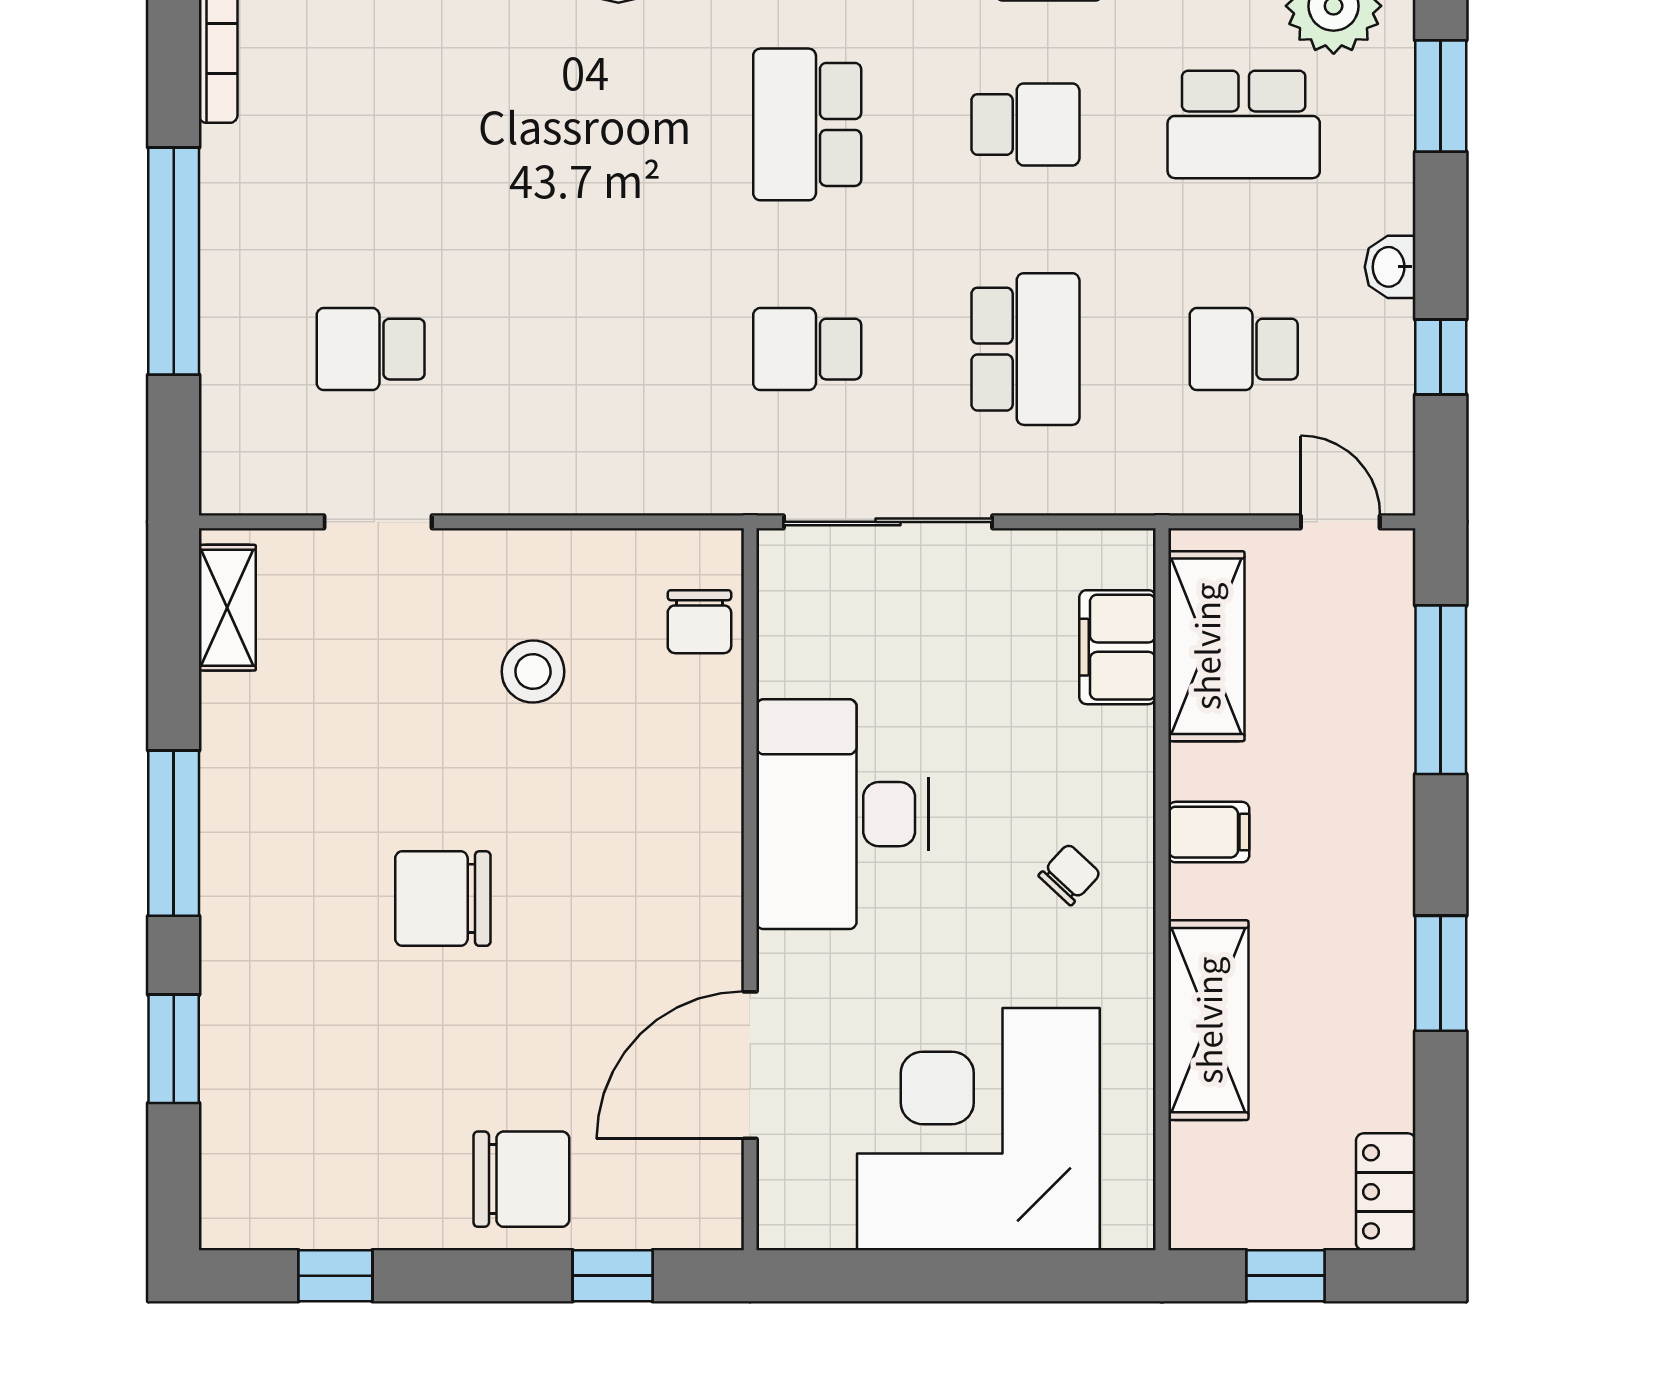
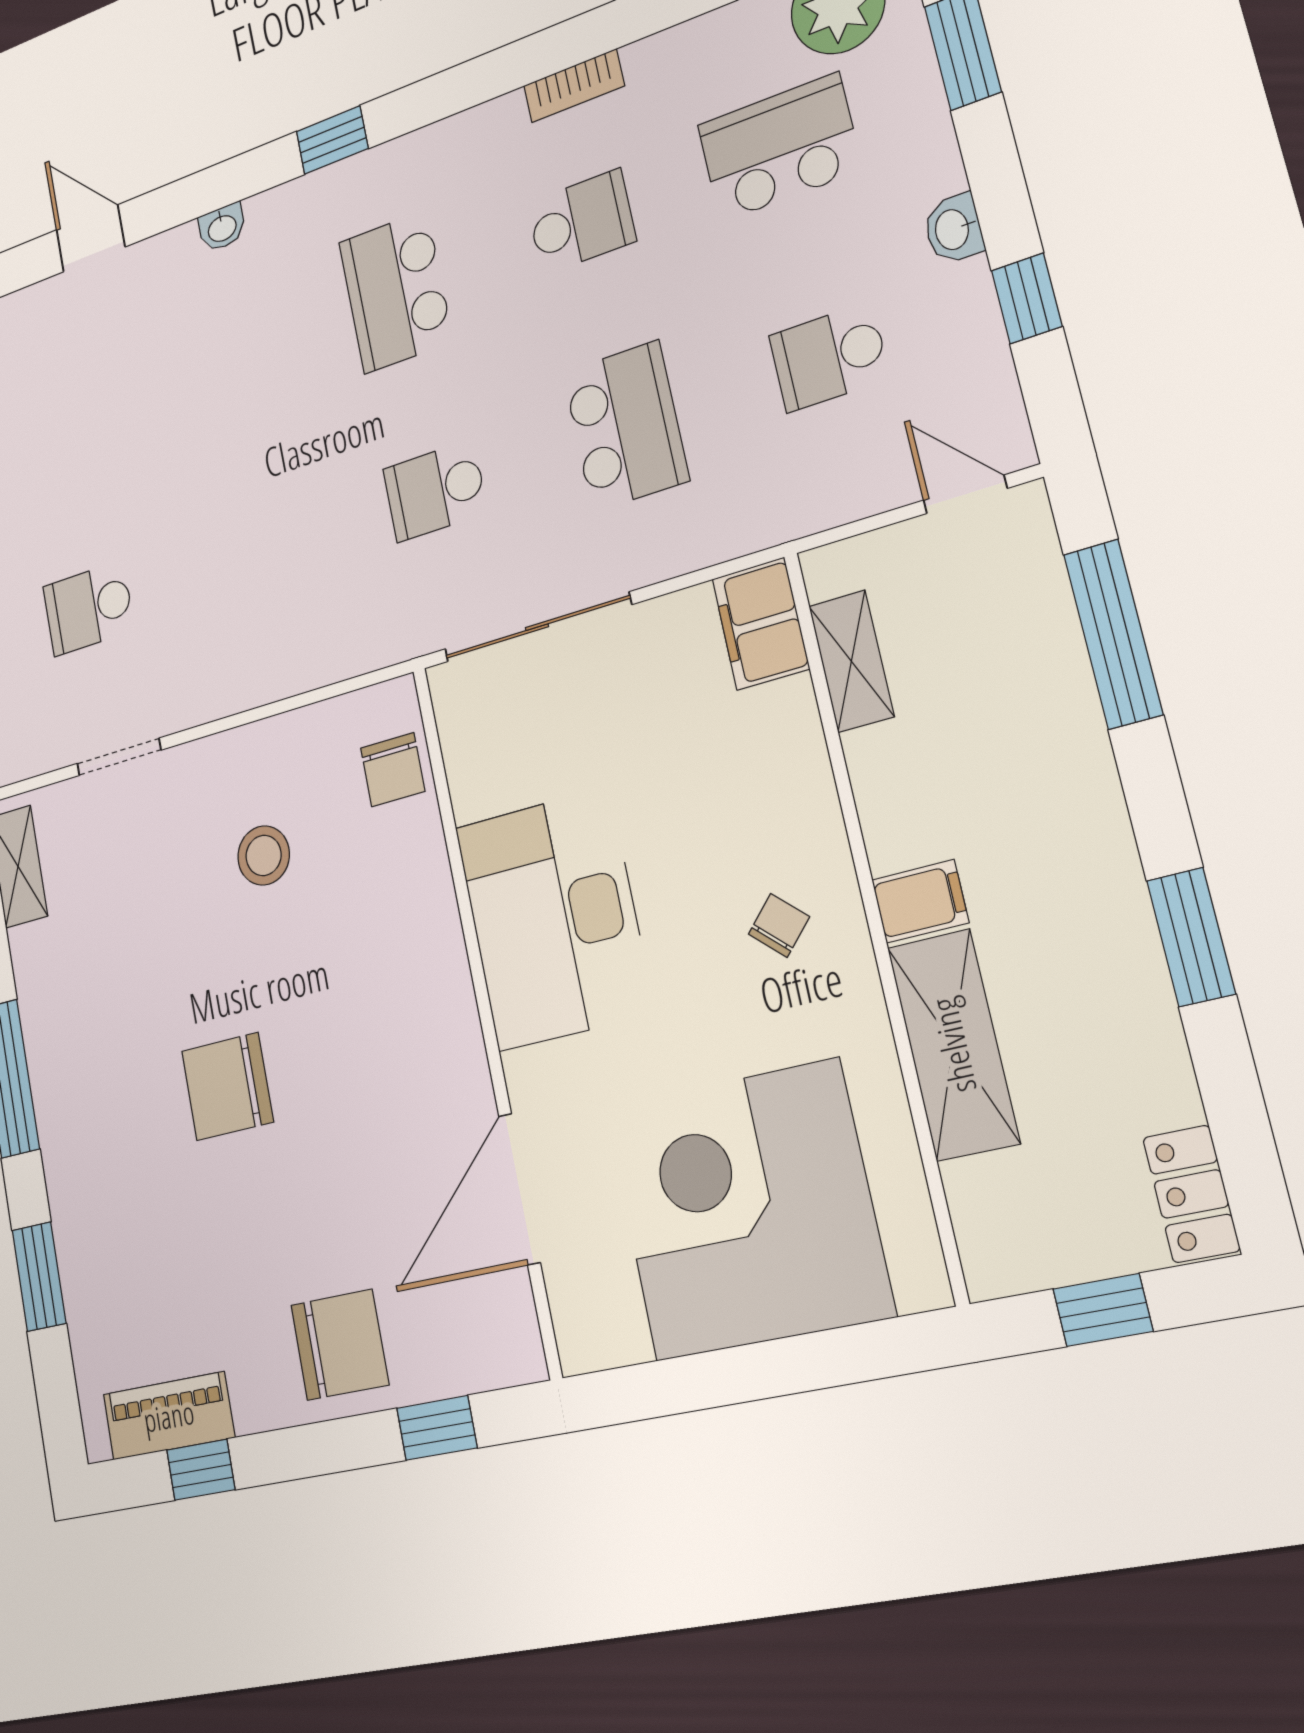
school desk: (1244, 124) -> (779, 147), turned 180
shelving: (1206, 646) -> (851, 661), width x0.67, depth x0.75
filing cabinet: (1118, 647) -> (761, 624), moved
filing cabinet: (1209, 832) -> (920, 901), moved
piano: (307, 1217) -> (169, 1416), added

